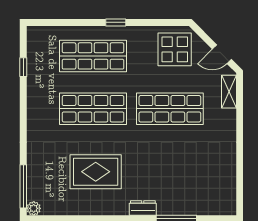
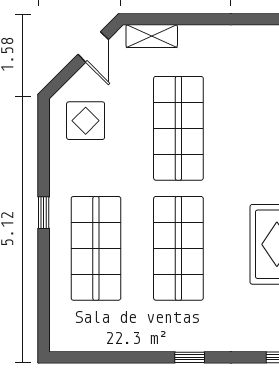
display table: (175, 49) -> (86, 121), width x0.73, depth x0.73
window: (23, 67) -> (190, 357), moved

